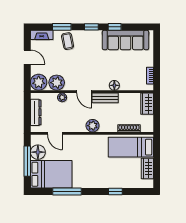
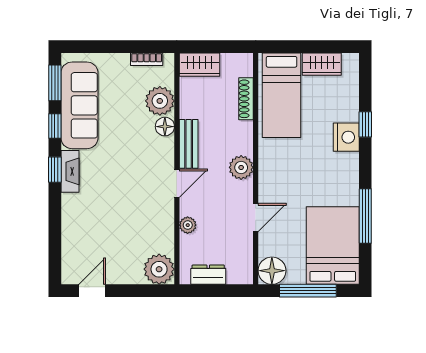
window: (62, 27) -> (55, 83), moved
fireplace: (42, 35) -> (70, 171), moved
coffee table: (68, 41) -> (81, 215), removed
door: (27, 57) -> (92, 291), moved
plant: (57, 83) -> (160, 101), moved
dresser: (36, 112) -> (208, 275), width x0.70
door: (55, 133) -> (256, 218), moved
floor lamp: (38, 152) -> (272, 271), moved
nightstand: (109, 181) -> (346, 137), added

